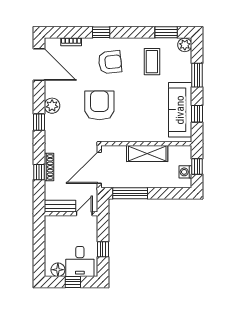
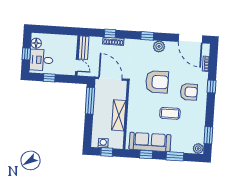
armchair: (110, 62) -> (189, 92), turned -84
coffee table: (152, 62) -> (170, 113), moved
door: (39, 64) -> (190, 39), hinge flipped

